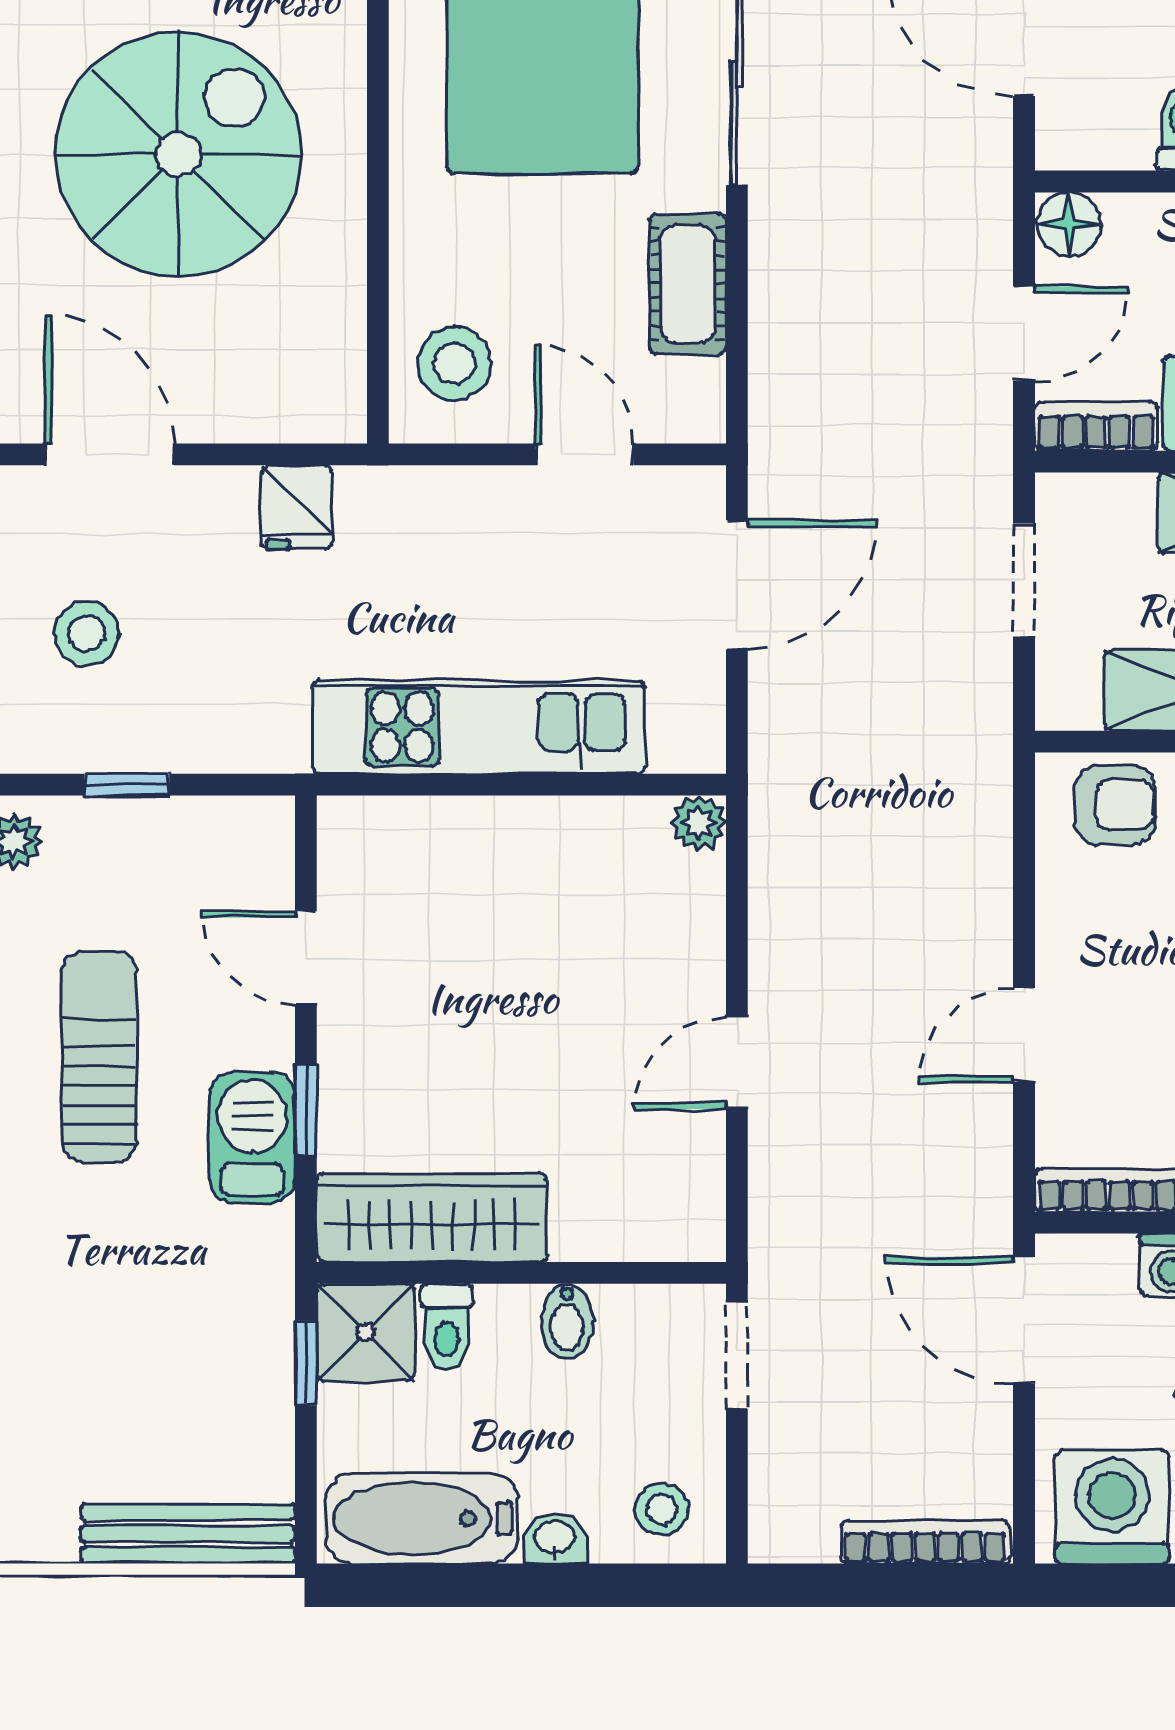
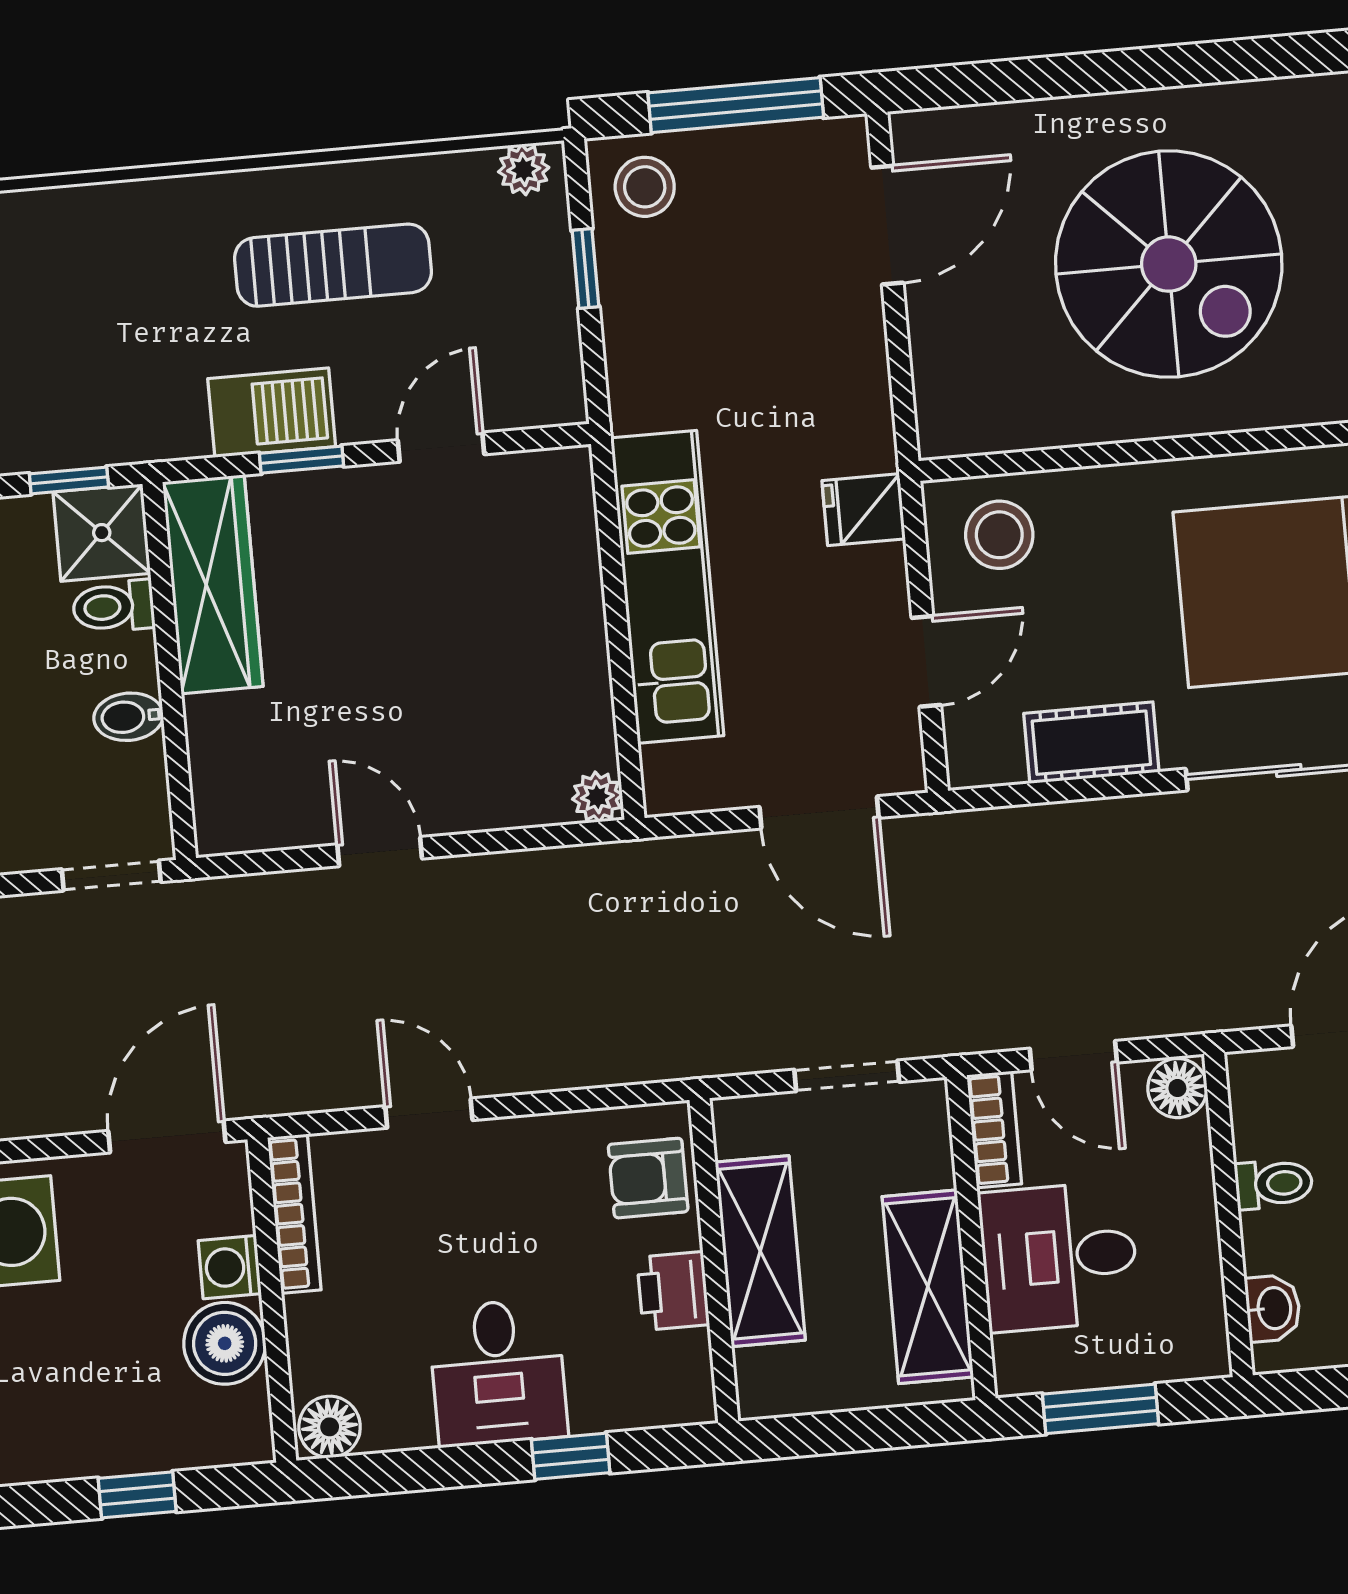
fridge: (297, 507) -> (864, 510), moved
stool: (87, 633) -> (645, 187), moved
armchair: (1115, 805) -> (648, 1178), turned 90

